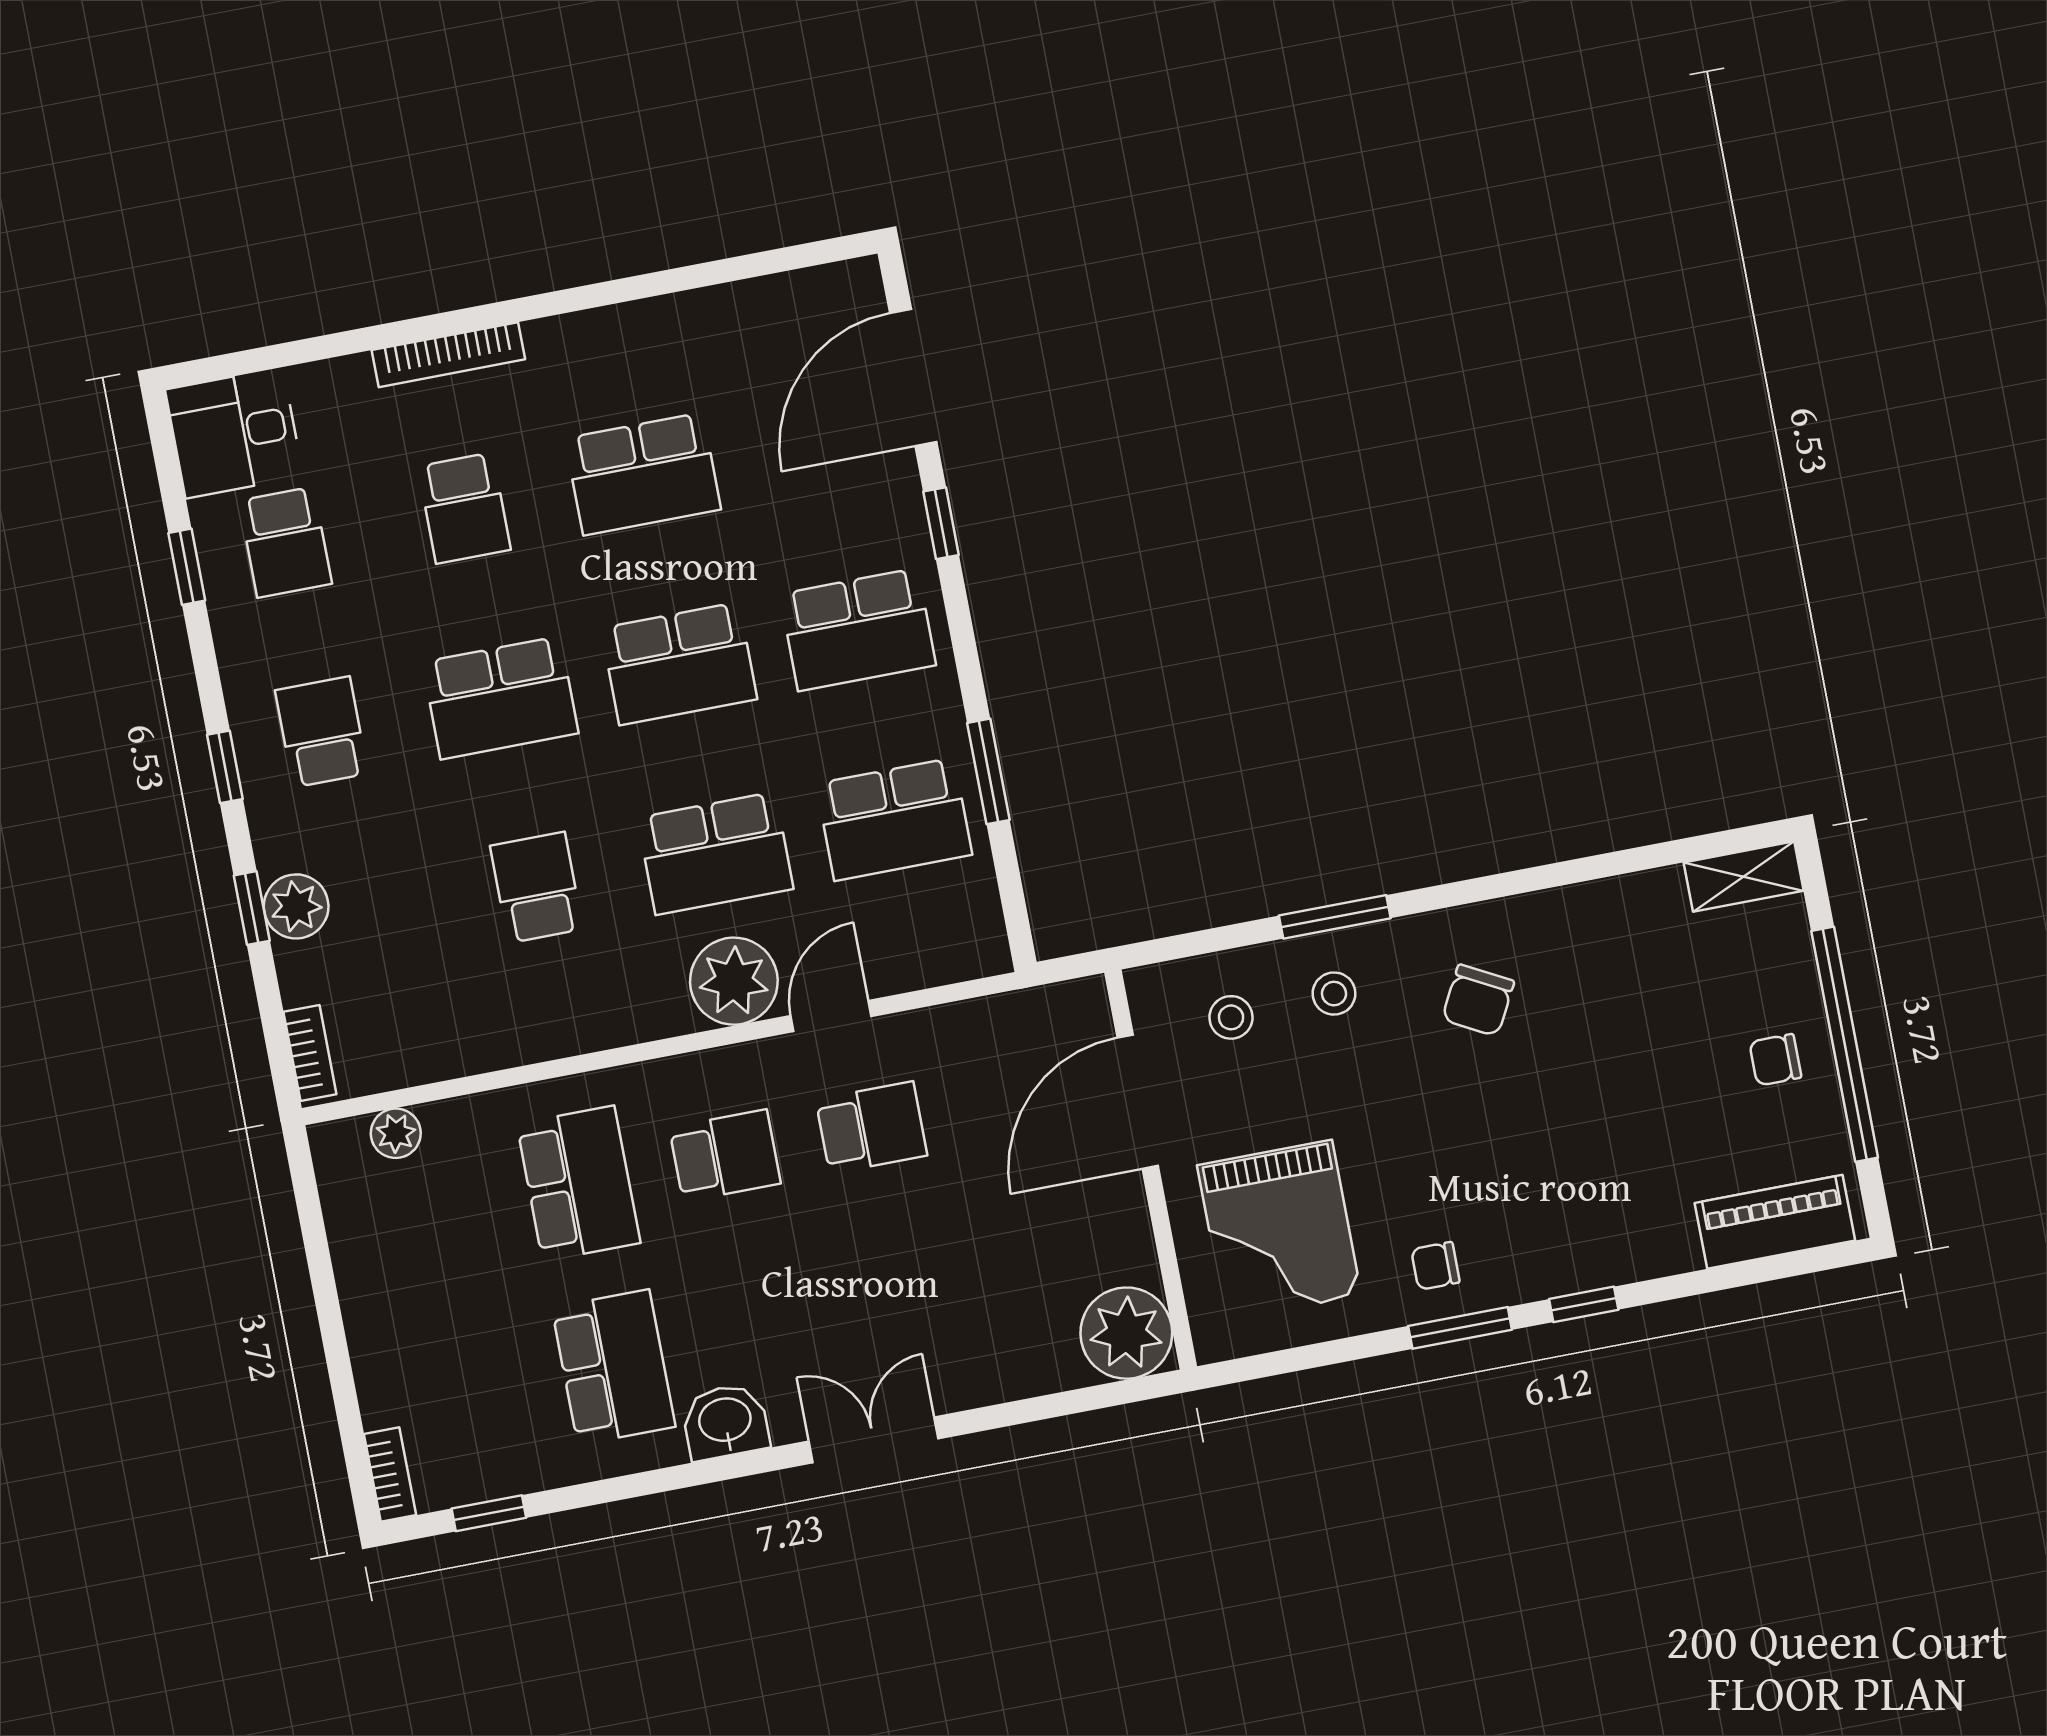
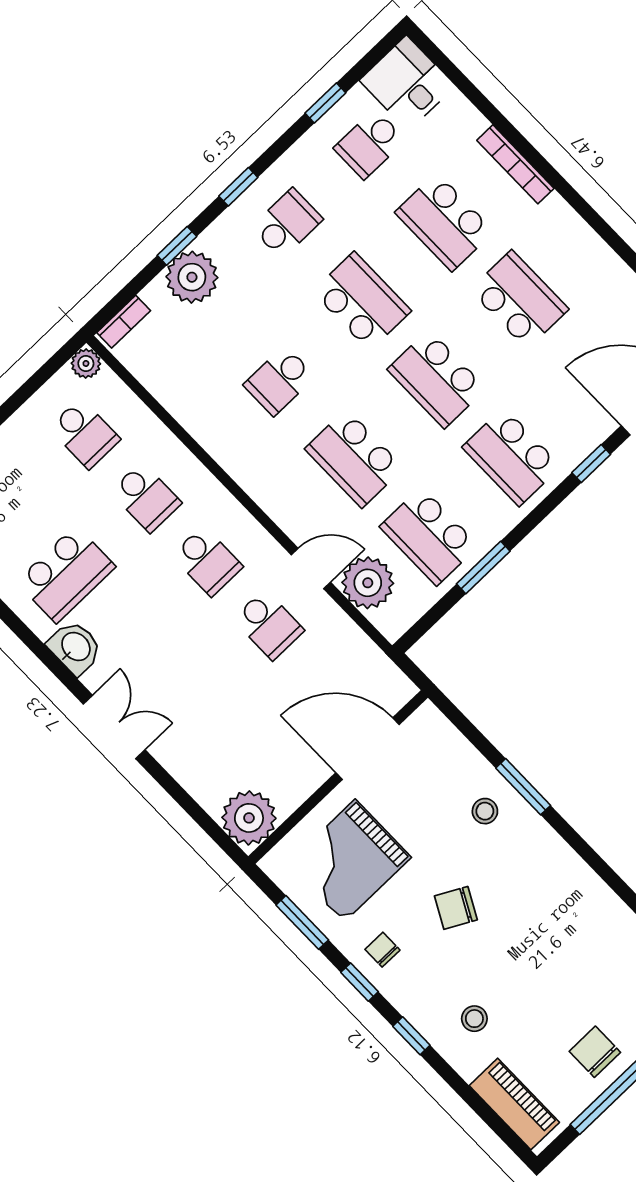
school desk: (643, 474) -> (519, 300), turned 180
school desk: (464, 508) -> (444, 222), width x1.85
school desk: (500, 698) -> (362, 301), turned 180
school desk: (537, 887) -> (279, 381), turned 180
plant: (296, 906) -> (192, 277), width x1.36, depth x1.36
plant: (734, 981) -> (368, 583), moved
chair: (1478, 1000) -> (456, 908), moved
stool: (1231, 1017) -> (474, 1019), moved
chair: (1775, 1060) -> (595, 1052), width x1.37, depth x1.37
plant: (396, 1133) -> (86, 363), moved
school desk: (579, 1183) -> (146, 497), width x0.54
school desk: (432, 1211) -> (85, 434), added
window: (1460, 1328) -> (360, 982), width x0.67
window: (1323, 1354) -> (302, 922), added

